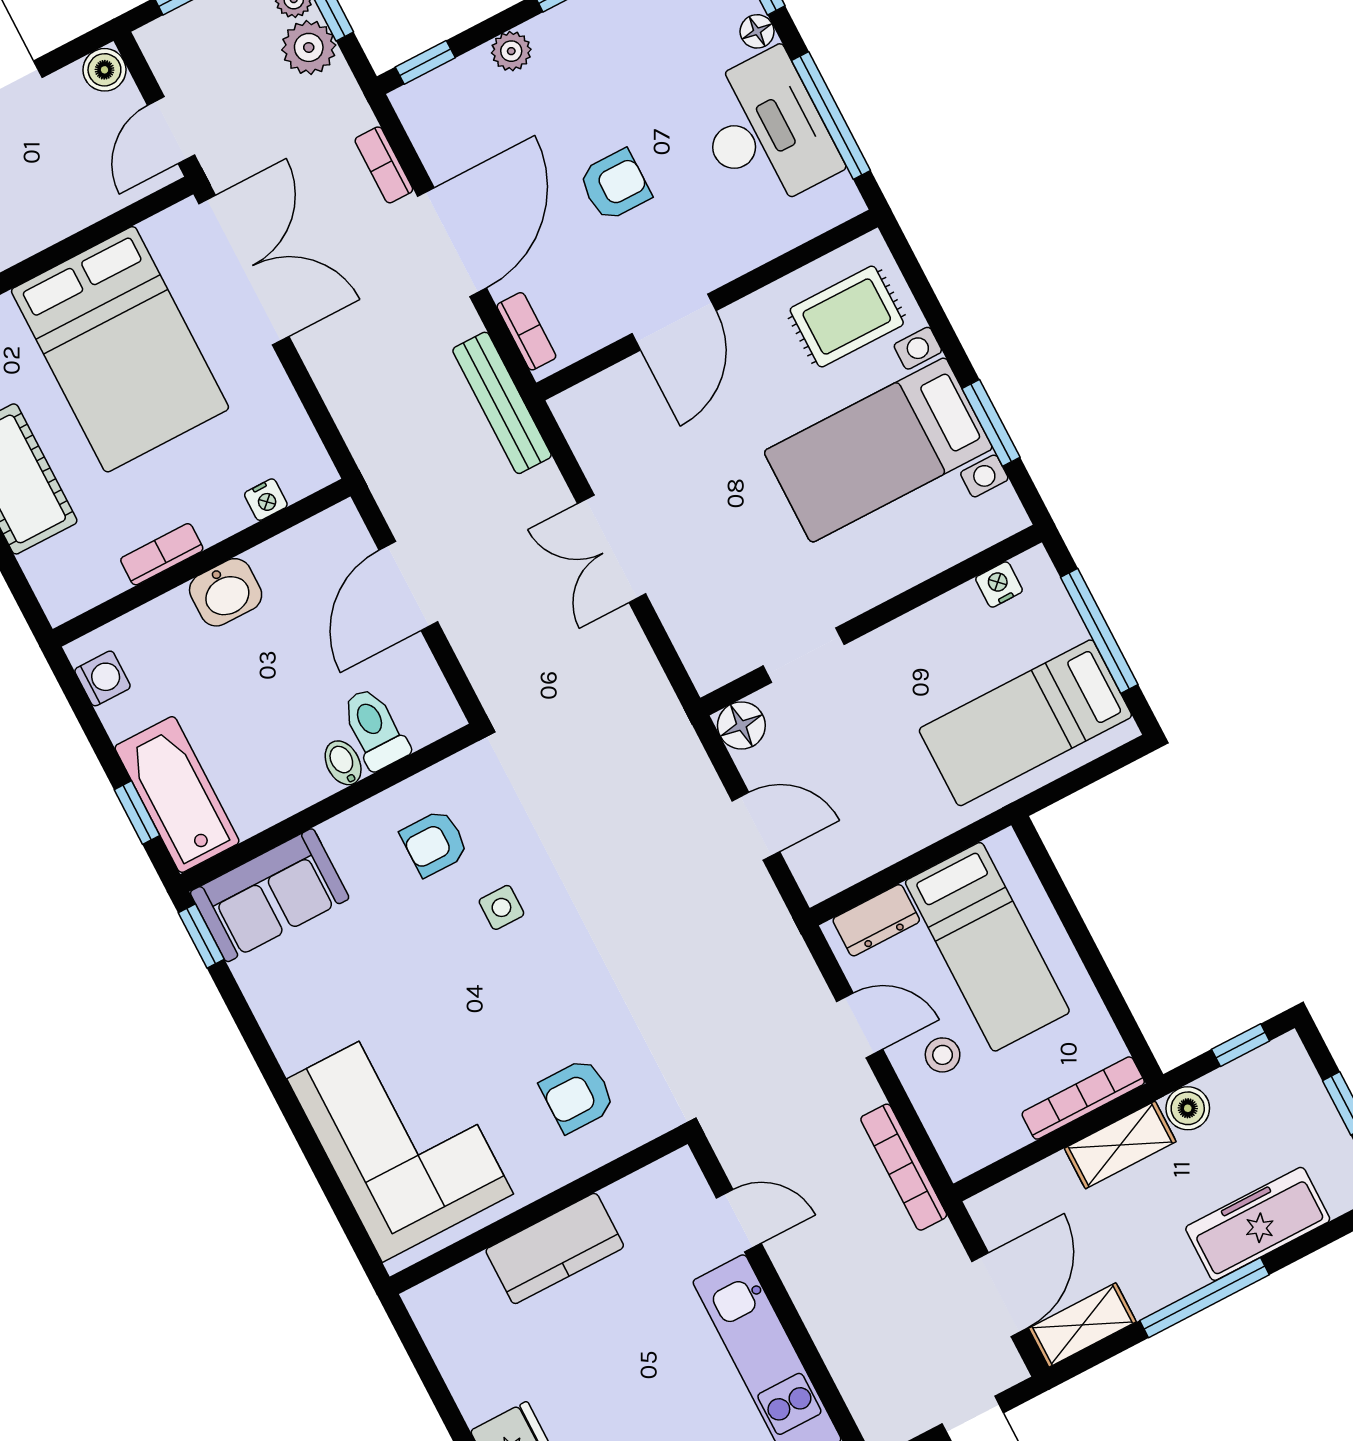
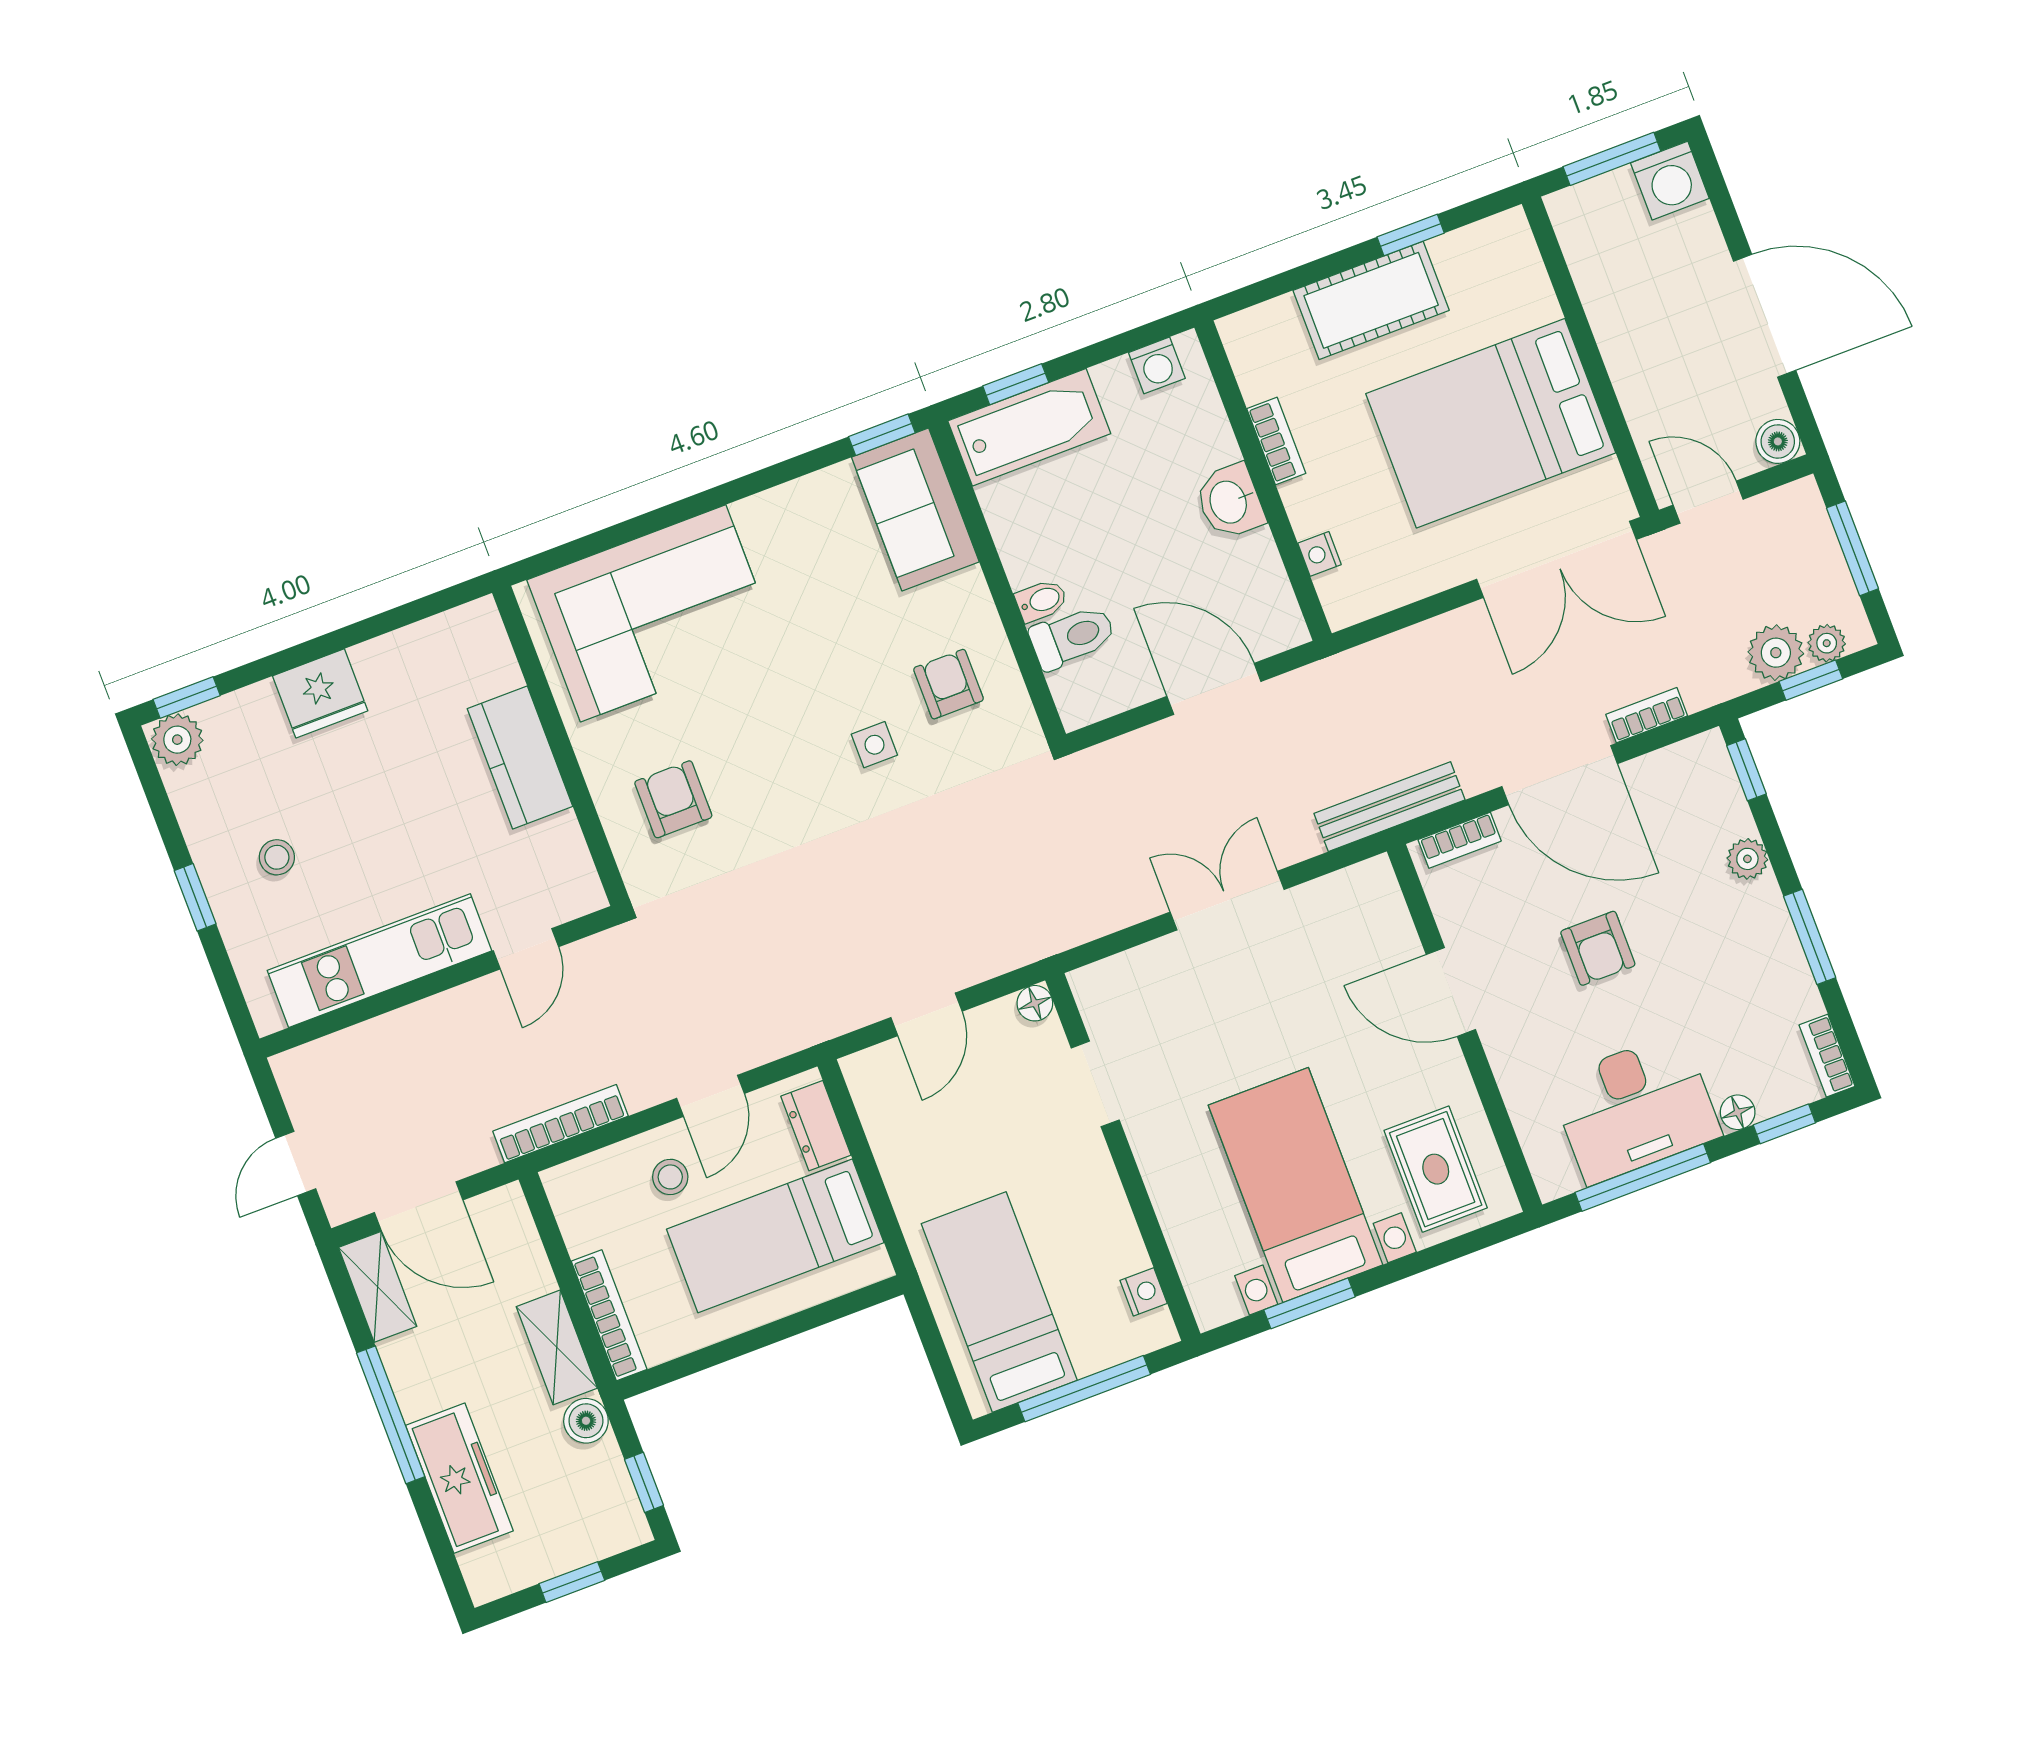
floor lamp: (741, 725) -> (1035, 1003), width x0.73, depth x0.73

